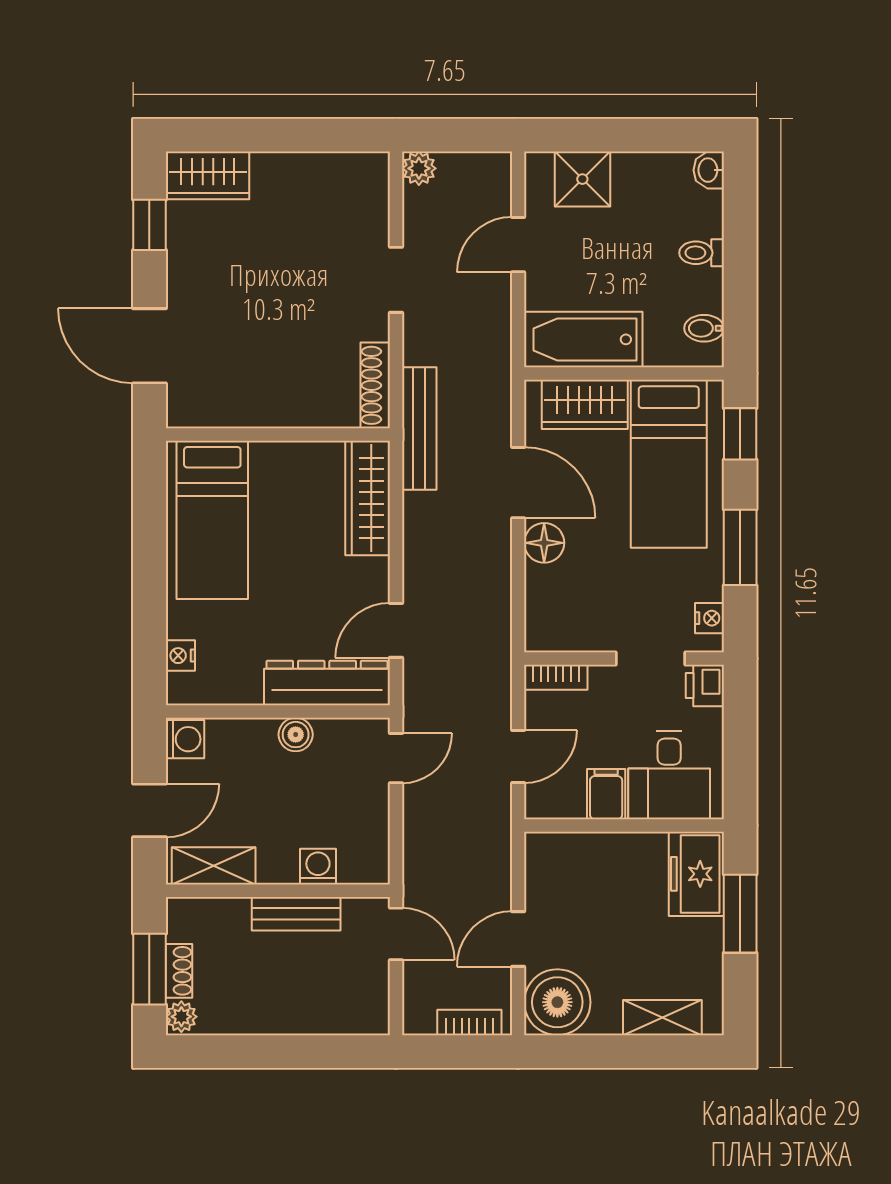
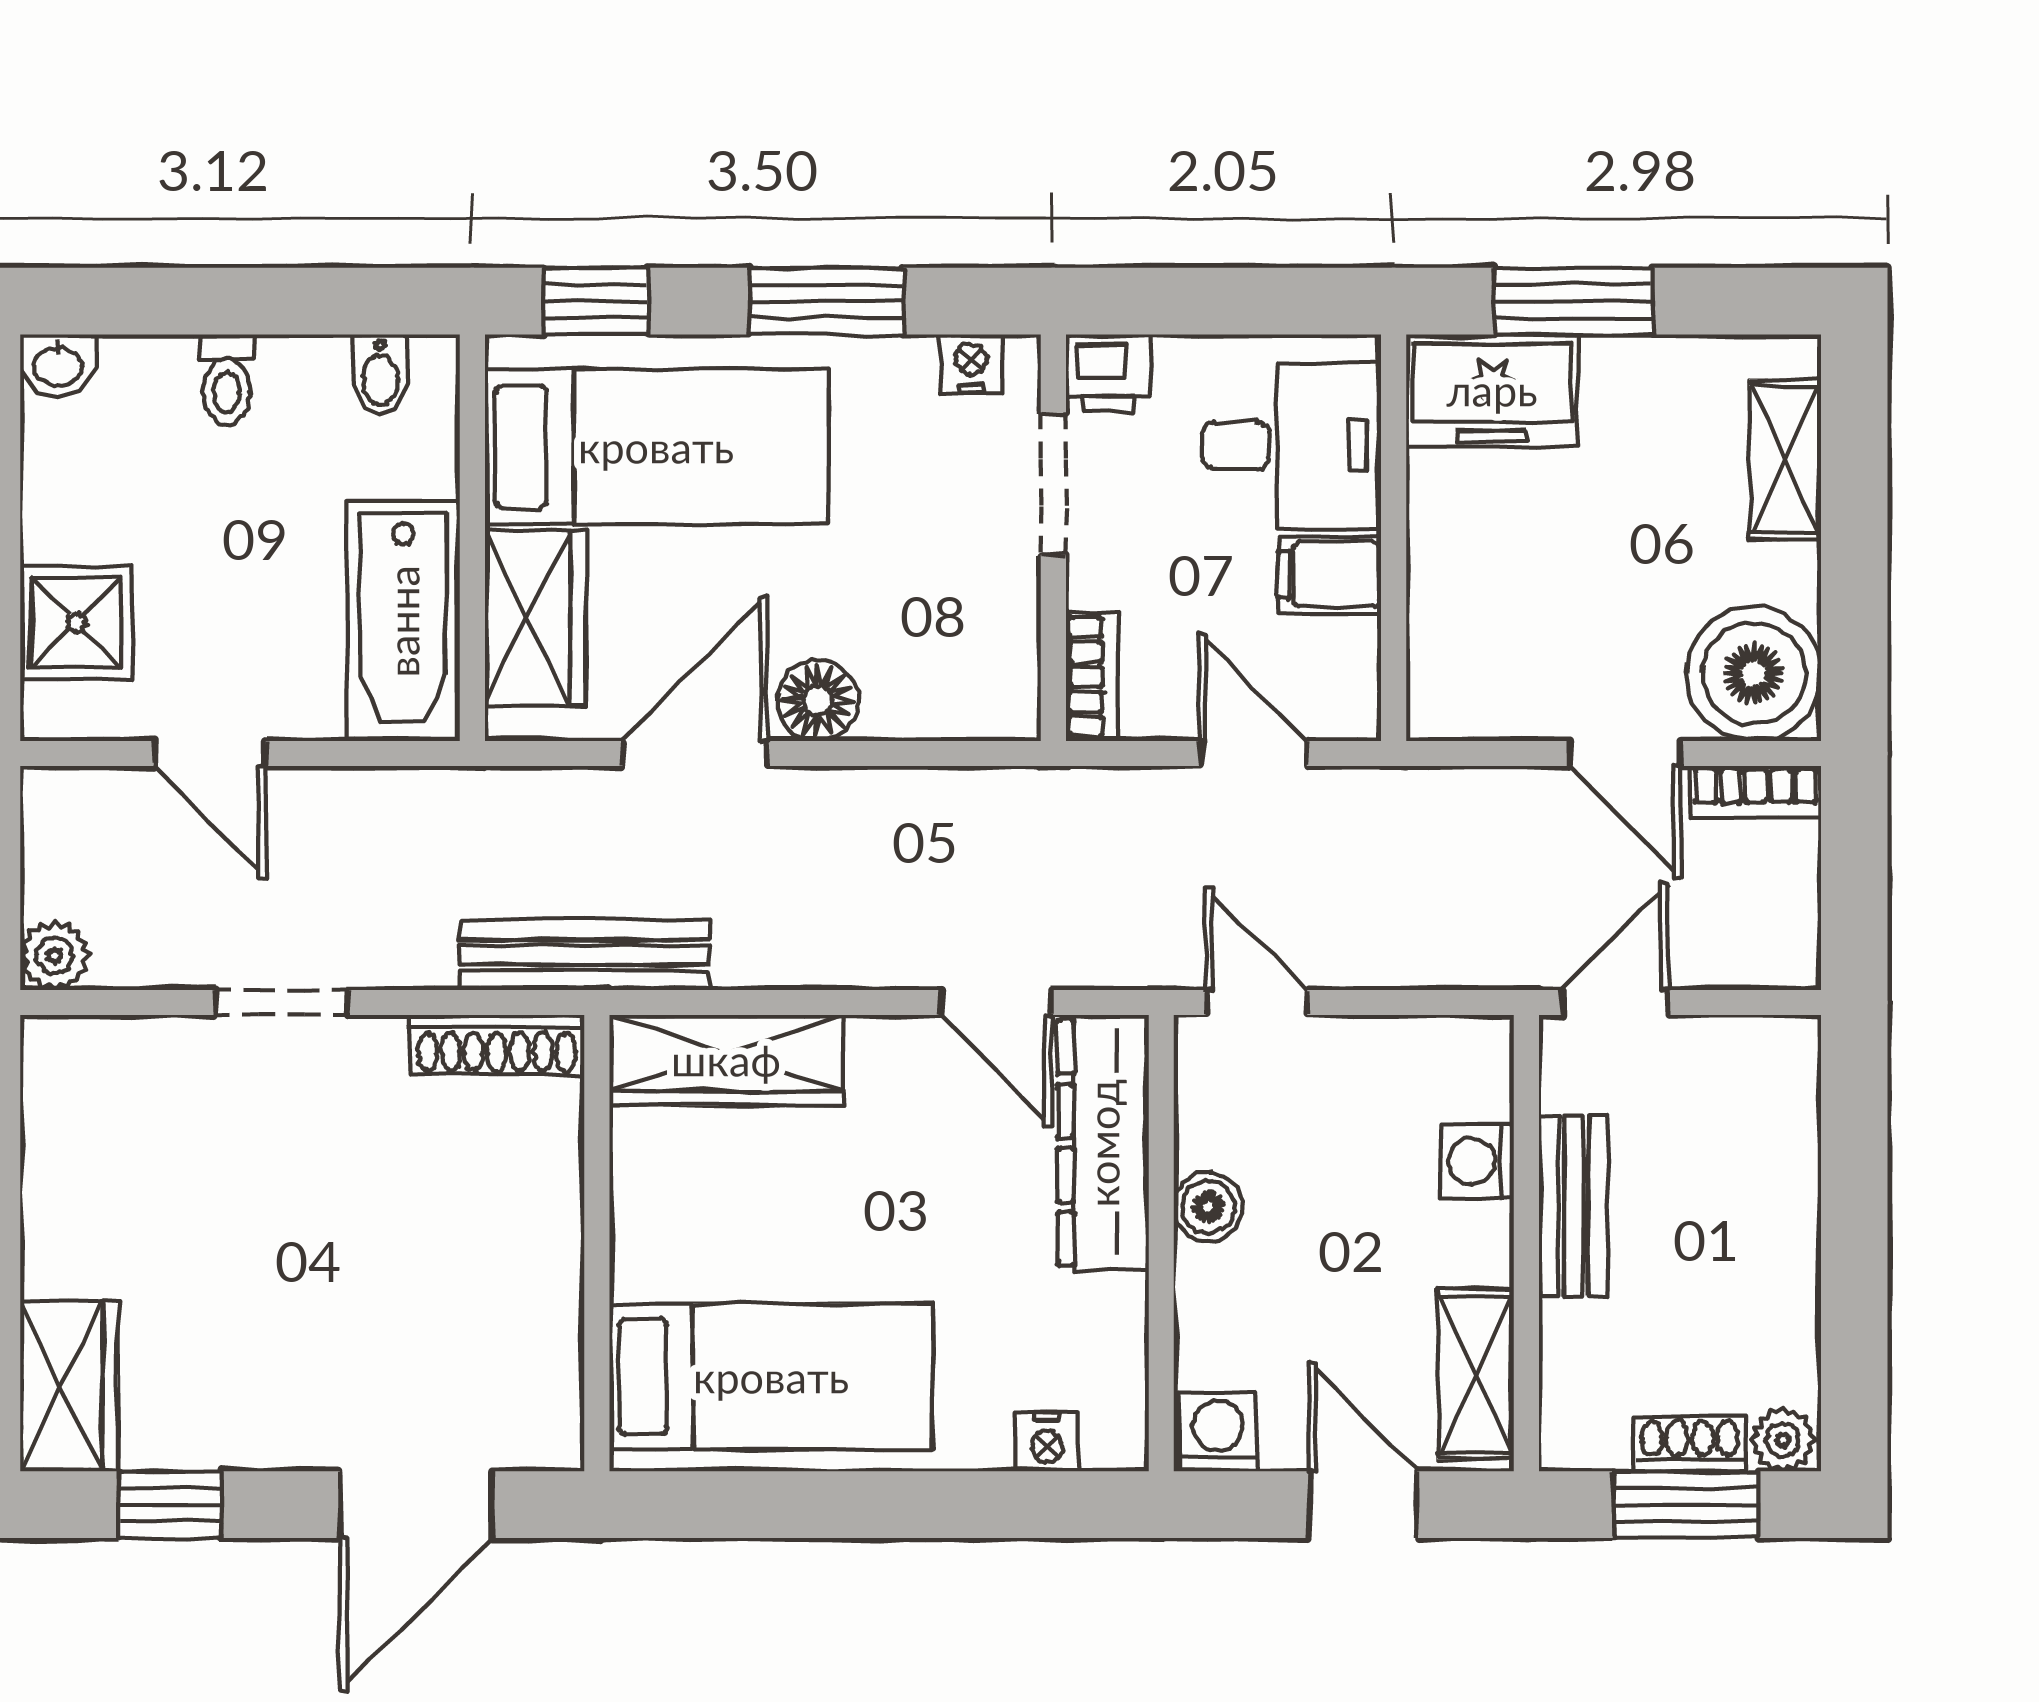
bookcase: (469, 1023) -> (1756, 792), moved, turned -90

